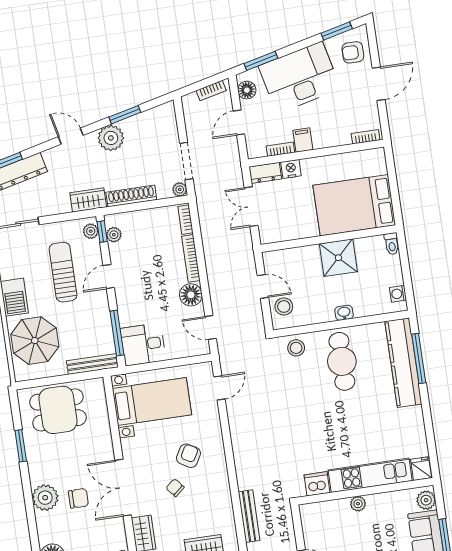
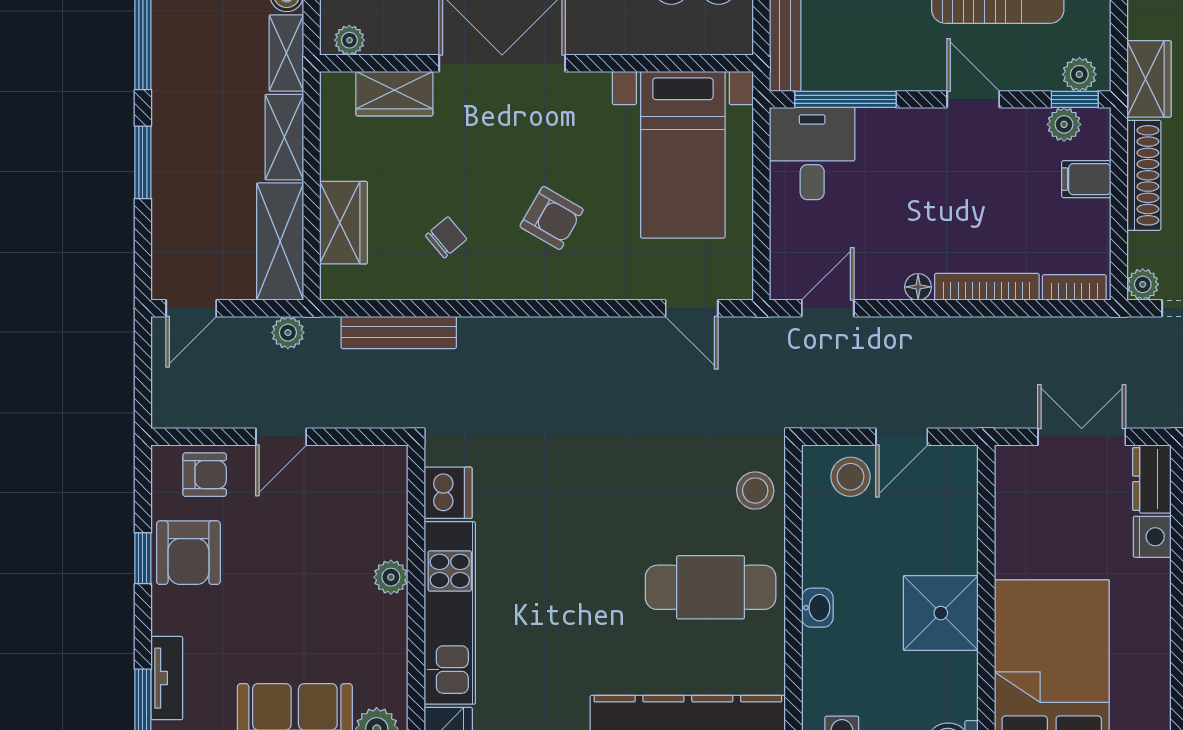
filing cabinet: (137, 221) -> (1086, 179), added
floor lamp: (191, 295) -> (918, 287), width x0.53, depth x0.53
chair: (175, 488) -> (446, 237), moved

